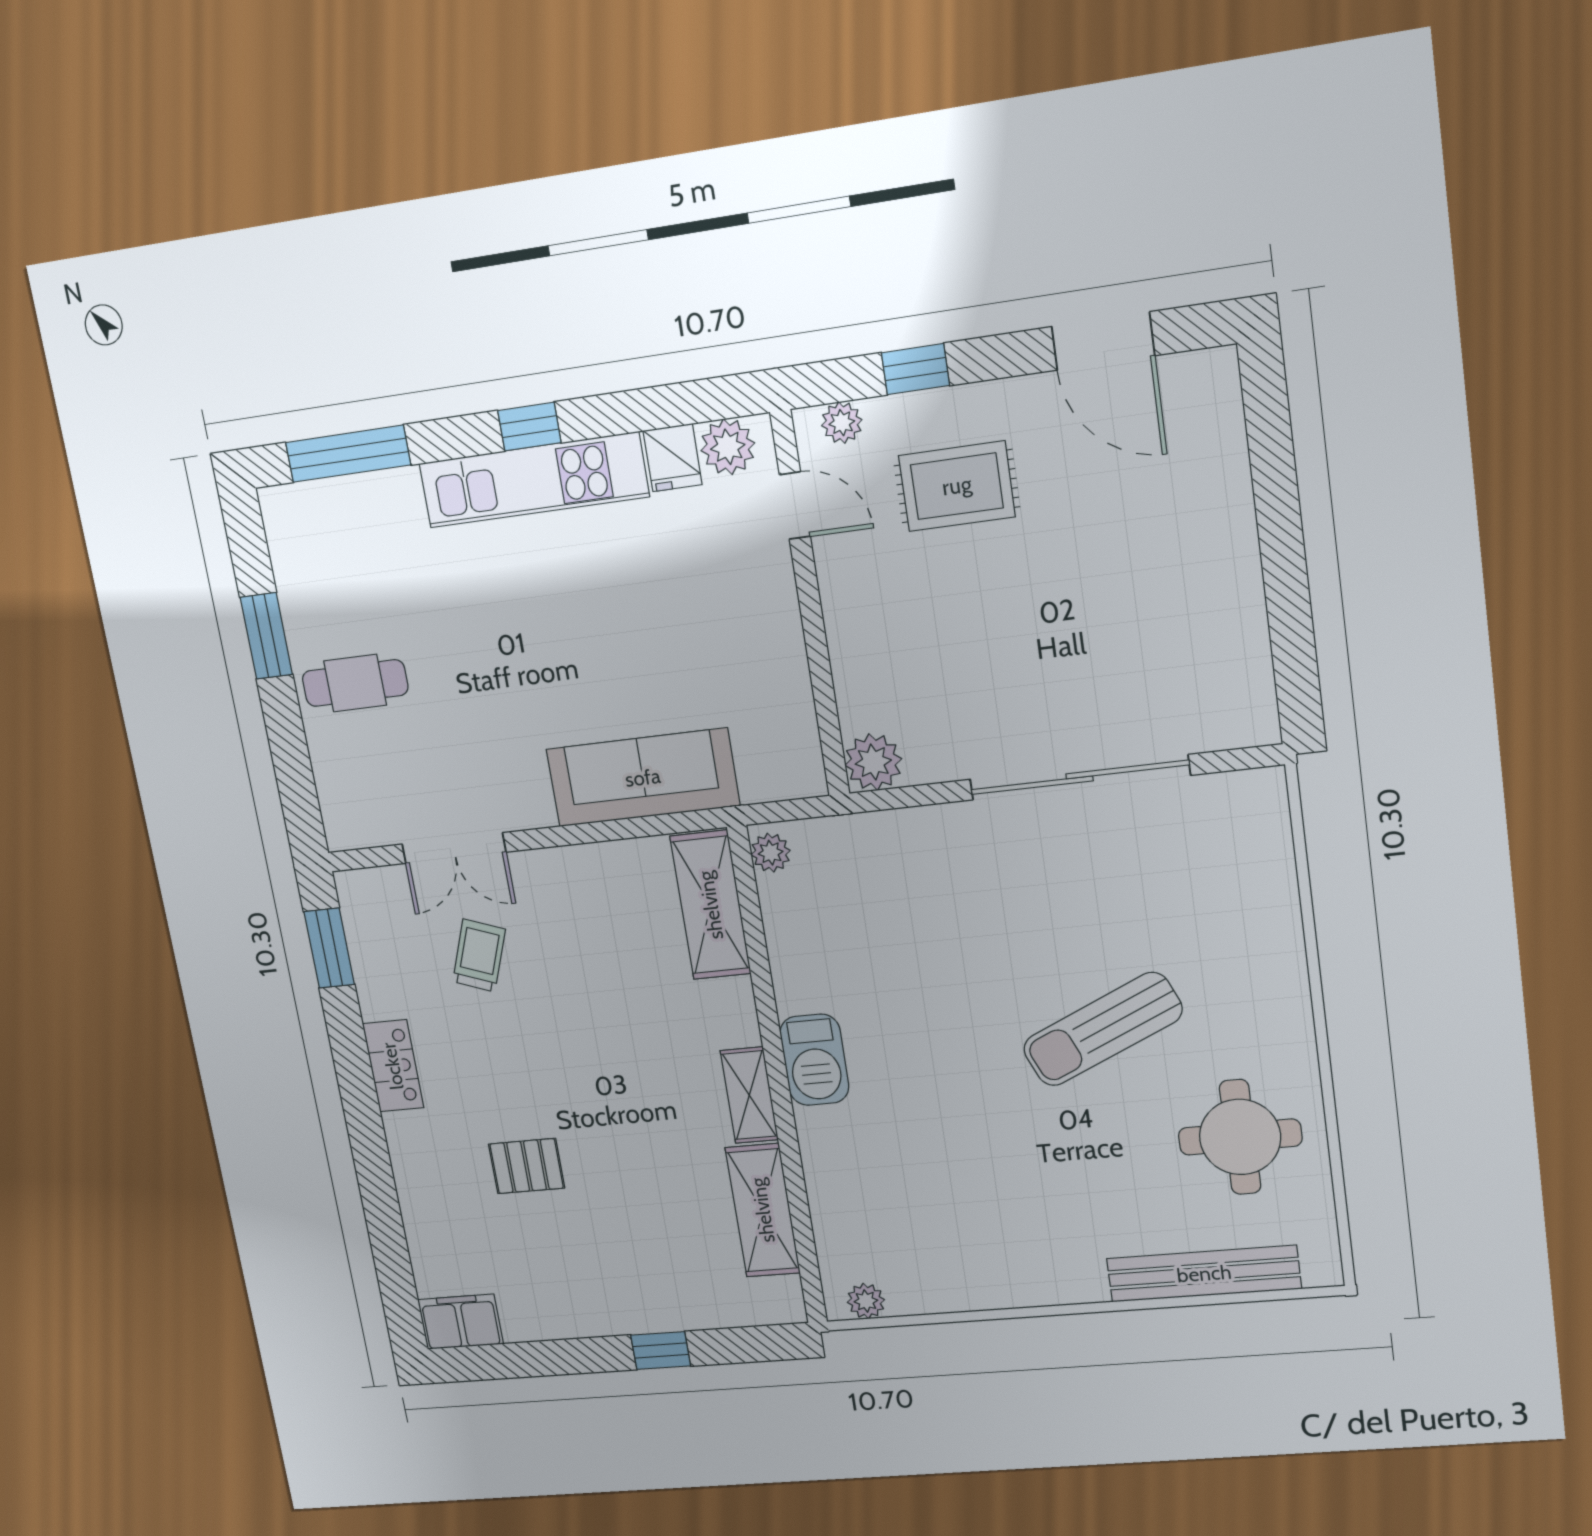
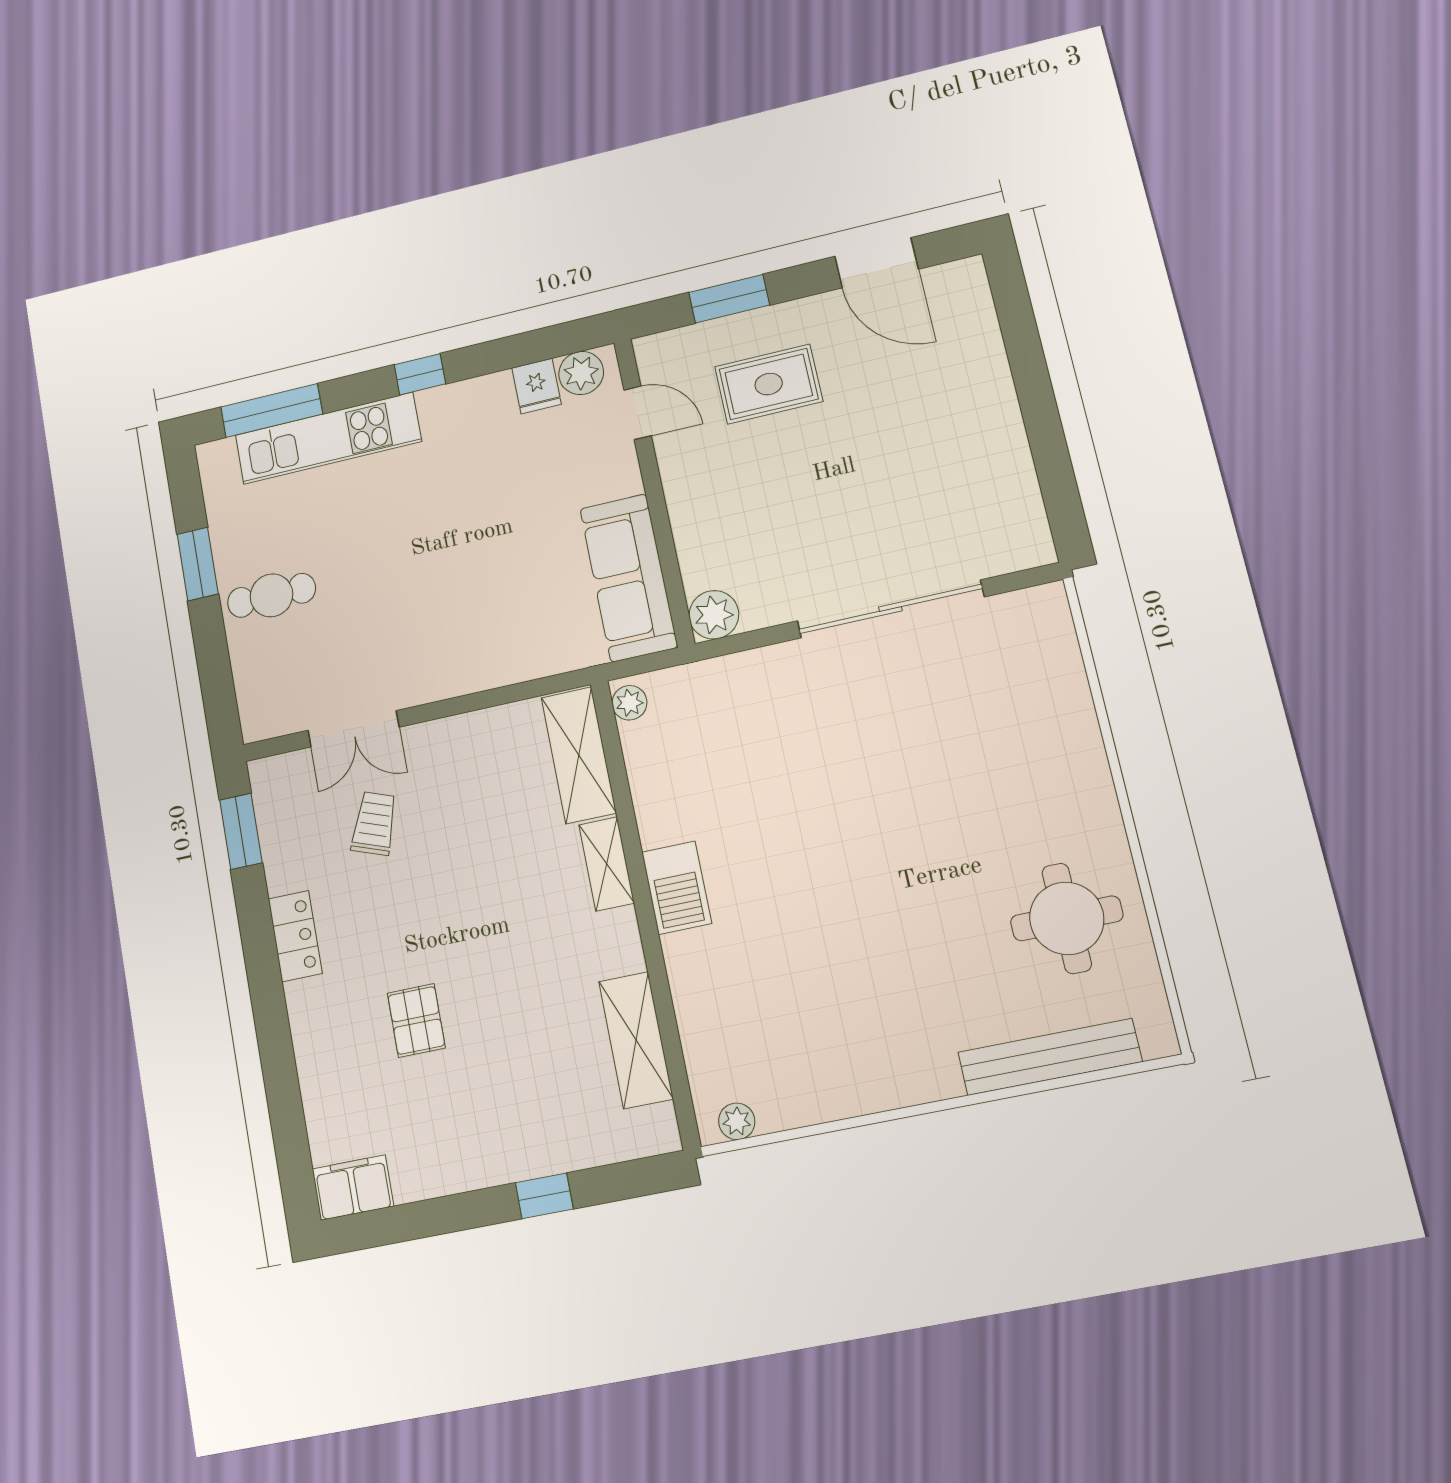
window: (915, 369) -> (729, 299), width x1.50
plant: (842, 423) -> (672, 345), removed
kitchen unit: (534, 480) -> (328, 438), moved
sofa: (643, 778) -> (629, 578), moved, turned -90
sun lounger: (1103, 1029) -> (932, 830), removed
shelving: (749, 1095) -> (607, 864), moved
pallet: (527, 1166) -> (416, 1020), turned 90

